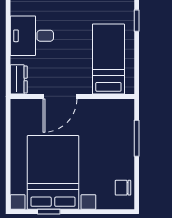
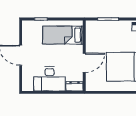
desk: (32, 36) -> (50, 79), width x1.37
door: (60, 97) -> (84, 63), hinge flipped

